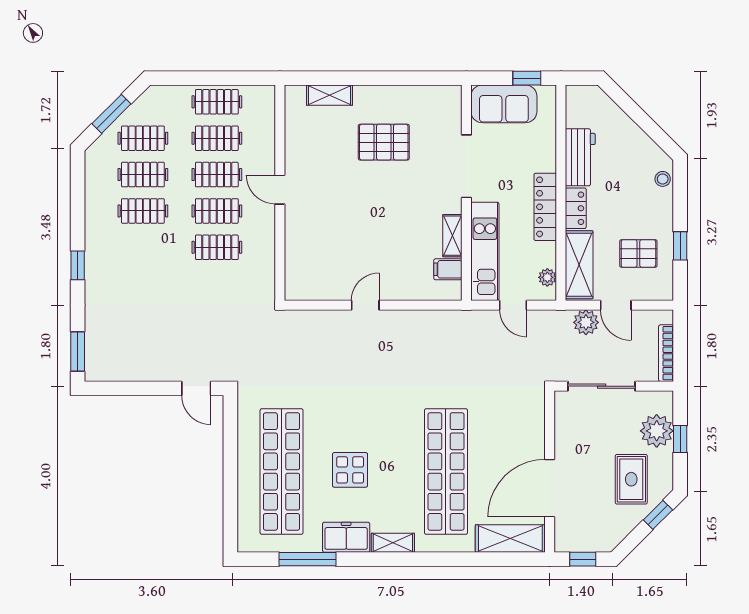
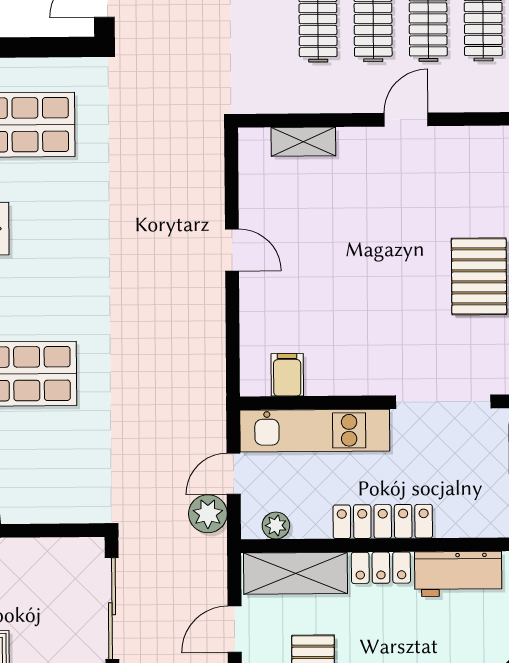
shelving: (452, 236) -> (303, 142), moved
plant: (586, 322) -> (208, 514), moved

